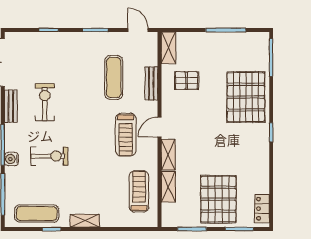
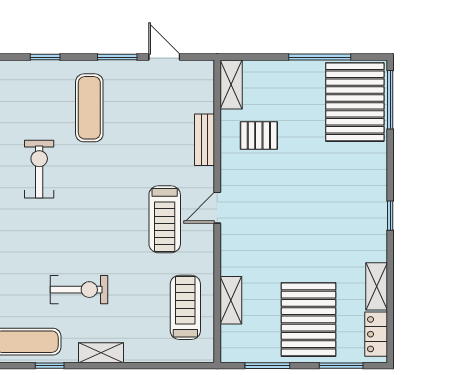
door: (138, 30) -> (164, 57), moved
exercise mat: (114, 78) -> (89, 108), moved
pallet: (246, 97) -> (355, 102), moved
shelving: (168, 155) -> (377, 286), moved
exercise bike: (49, 156) -> (79, 290), moved

